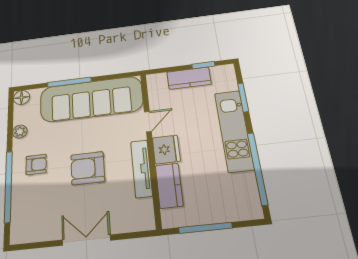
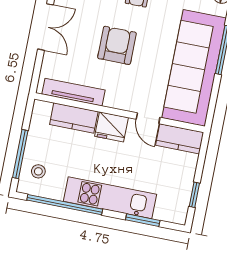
kitchen counter: (189, 78) -> (180, 139), moved, turned -90
tv unit: (141, 168) -> (74, 92), moved
stool: (234, 203) -> (38, 171), added
window: (205, 228) -> (20, 154), moved

